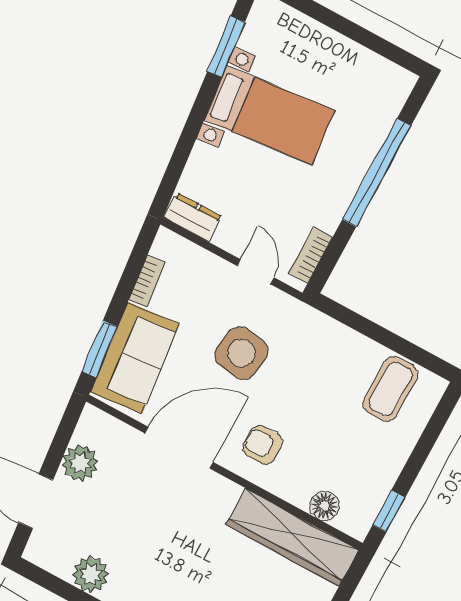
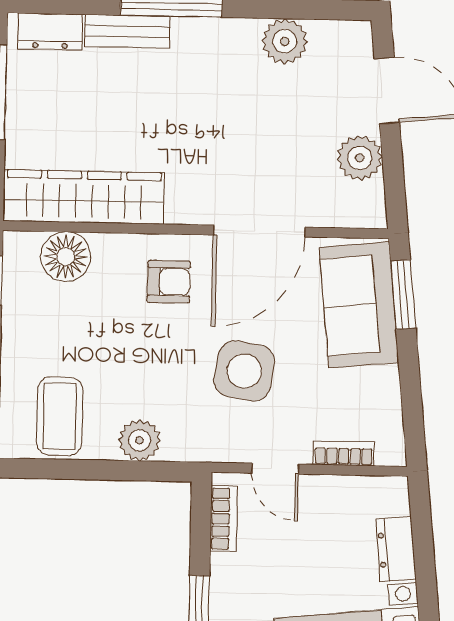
dresser: (193, 217) -> (396, 549), moved, turned 84
bookcase: (147, 281) -> (344, 453), moved, turned 96
plant: (342, 342) -> (140, 440), added
floor lamp: (325, 506) -> (66, 257), width x1.38, depth x1.38

